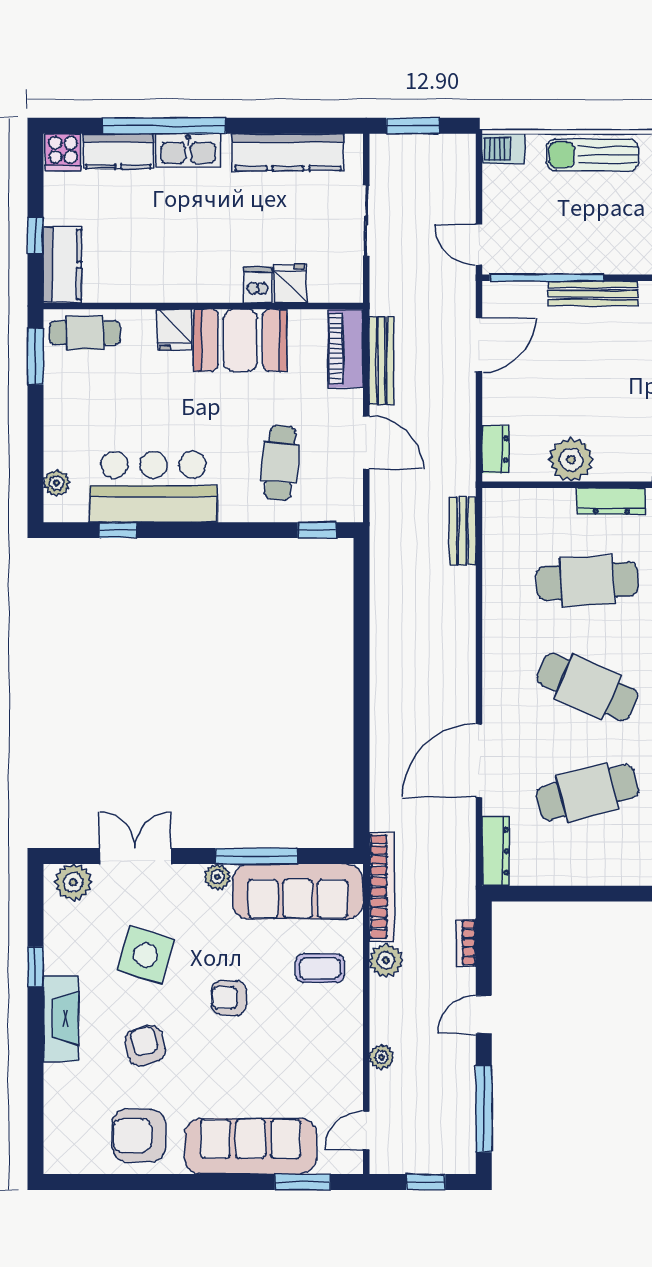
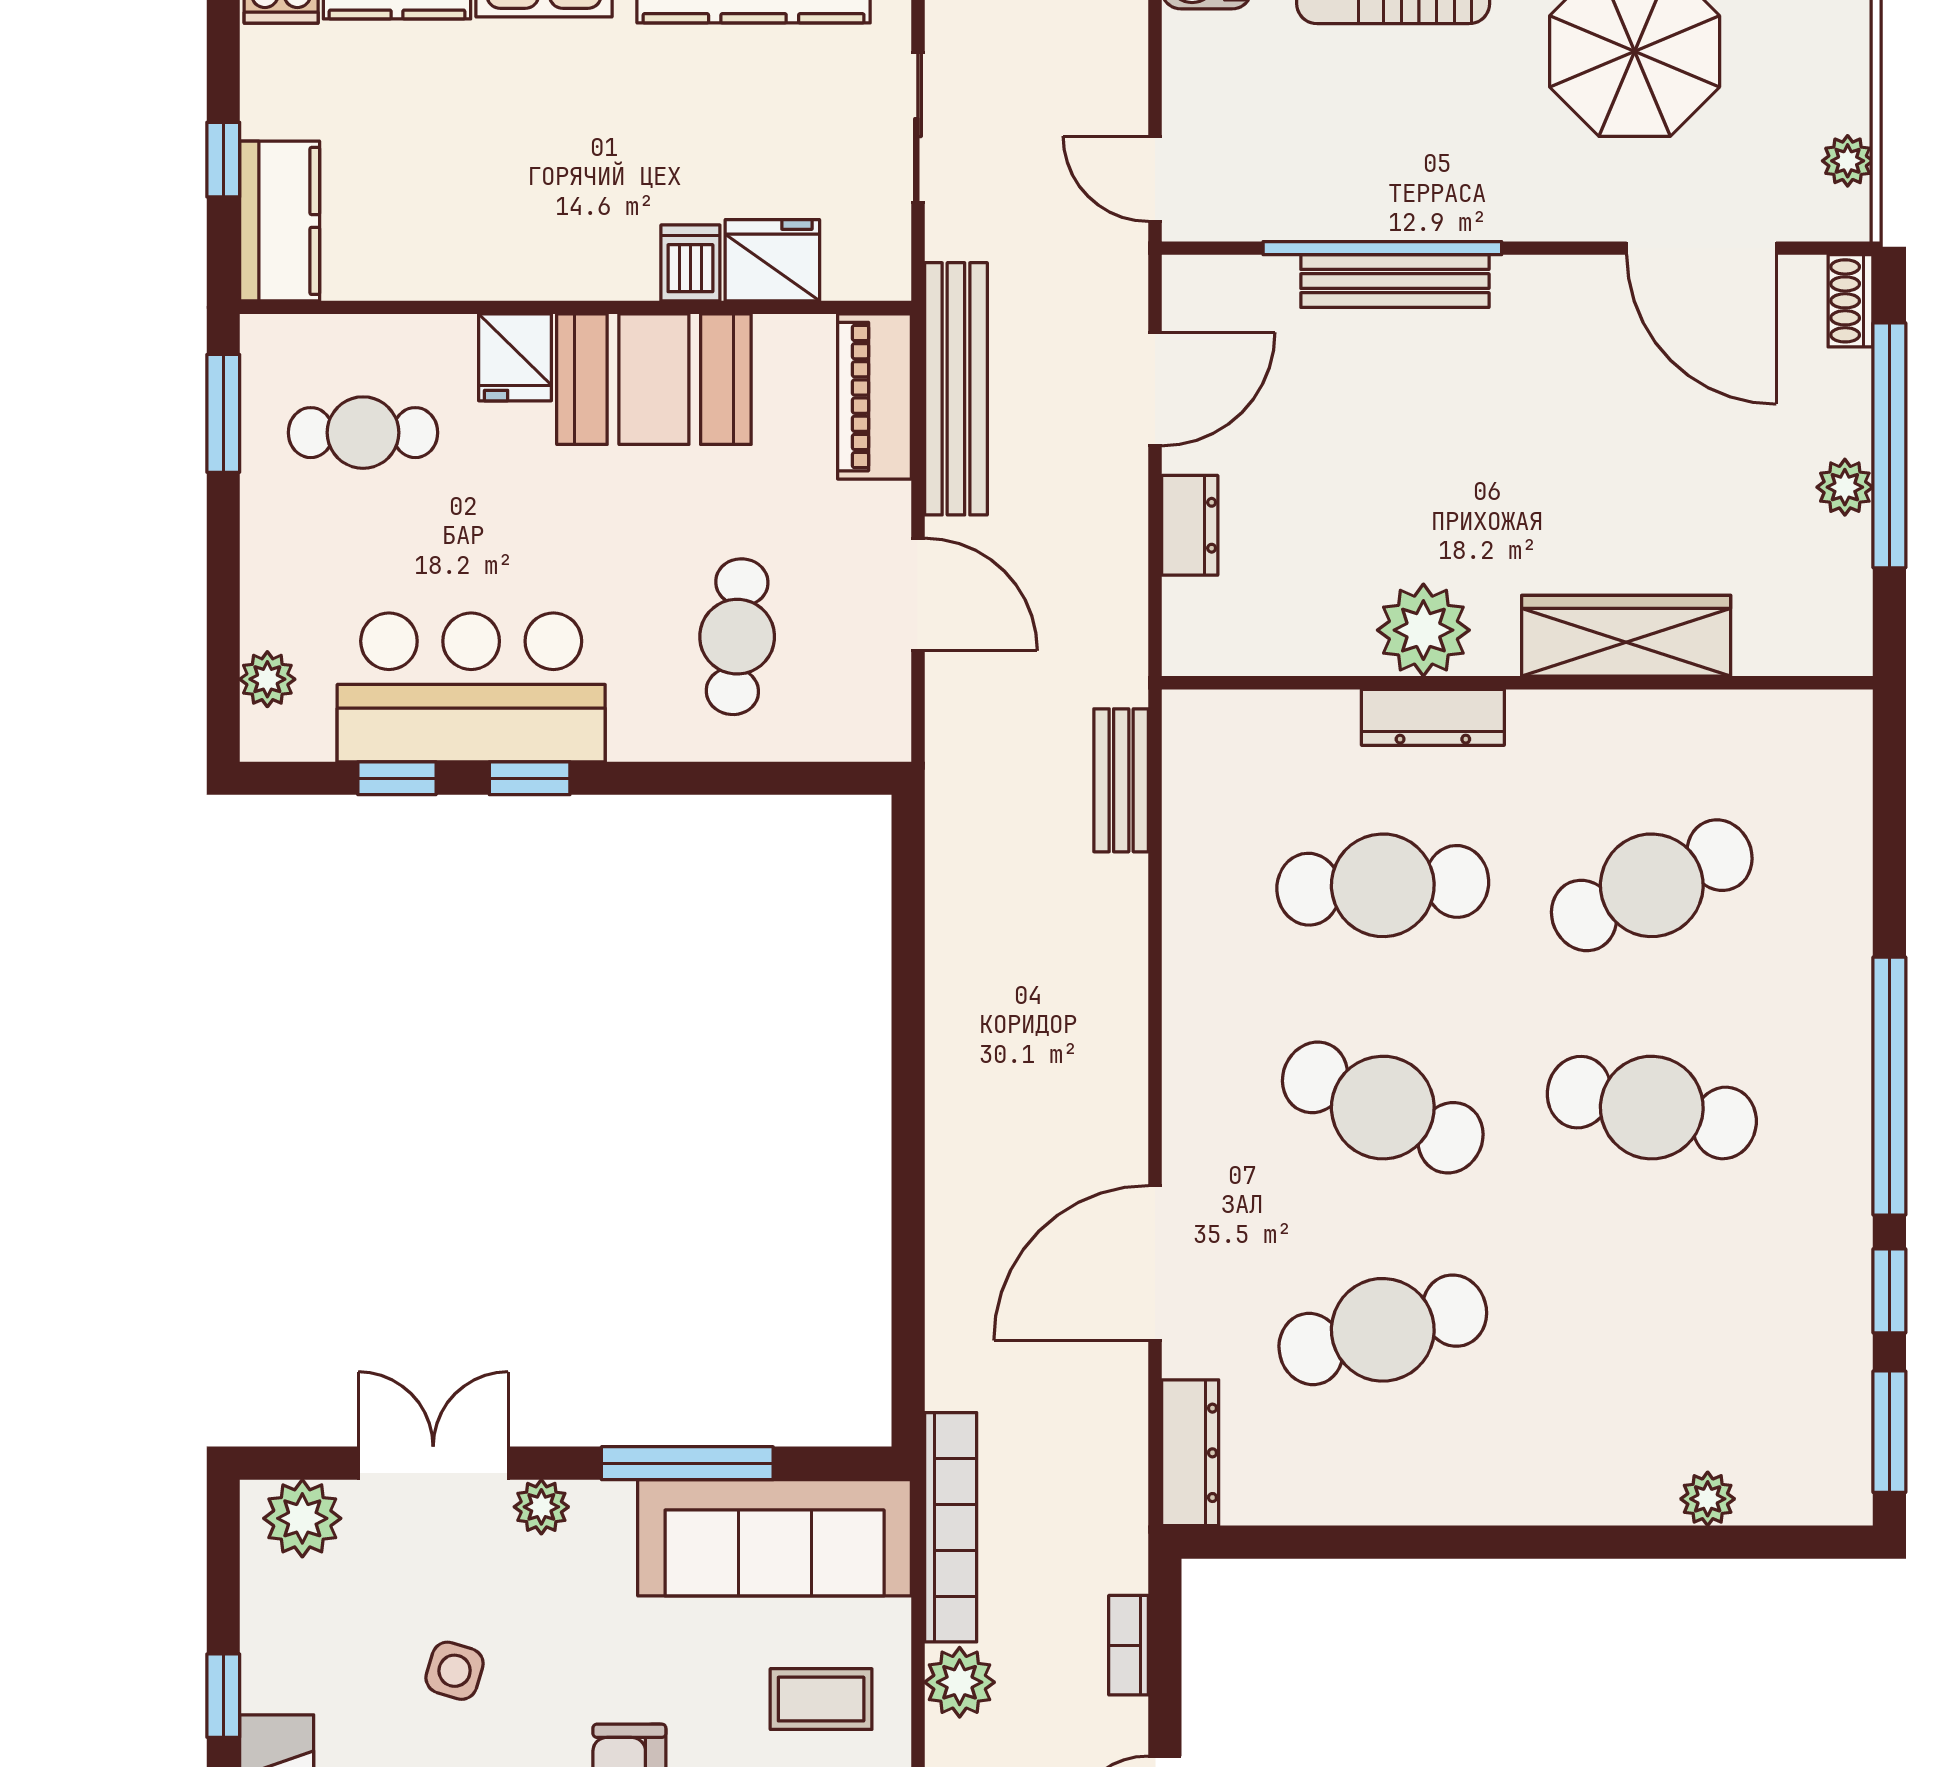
window: (547, 278) -> (1382, 248), moved
fridge: (291, 284) -> (772, 260), width x1.38
cafe table: (85, 333) -> (363, 433), moved
bench: (382, 361) -> (956, 389), width x1.37, depth x1.21
dresser: (495, 449) -> (1190, 525), moved
plant: (571, 460) -> (1423, 630), moved
window: (317, 530) -> (530, 778), moved
plant: (217, 877) -> (541, 1507), moved
side table: (146, 955) -> (455, 1671), width x0.54, depth x0.54

